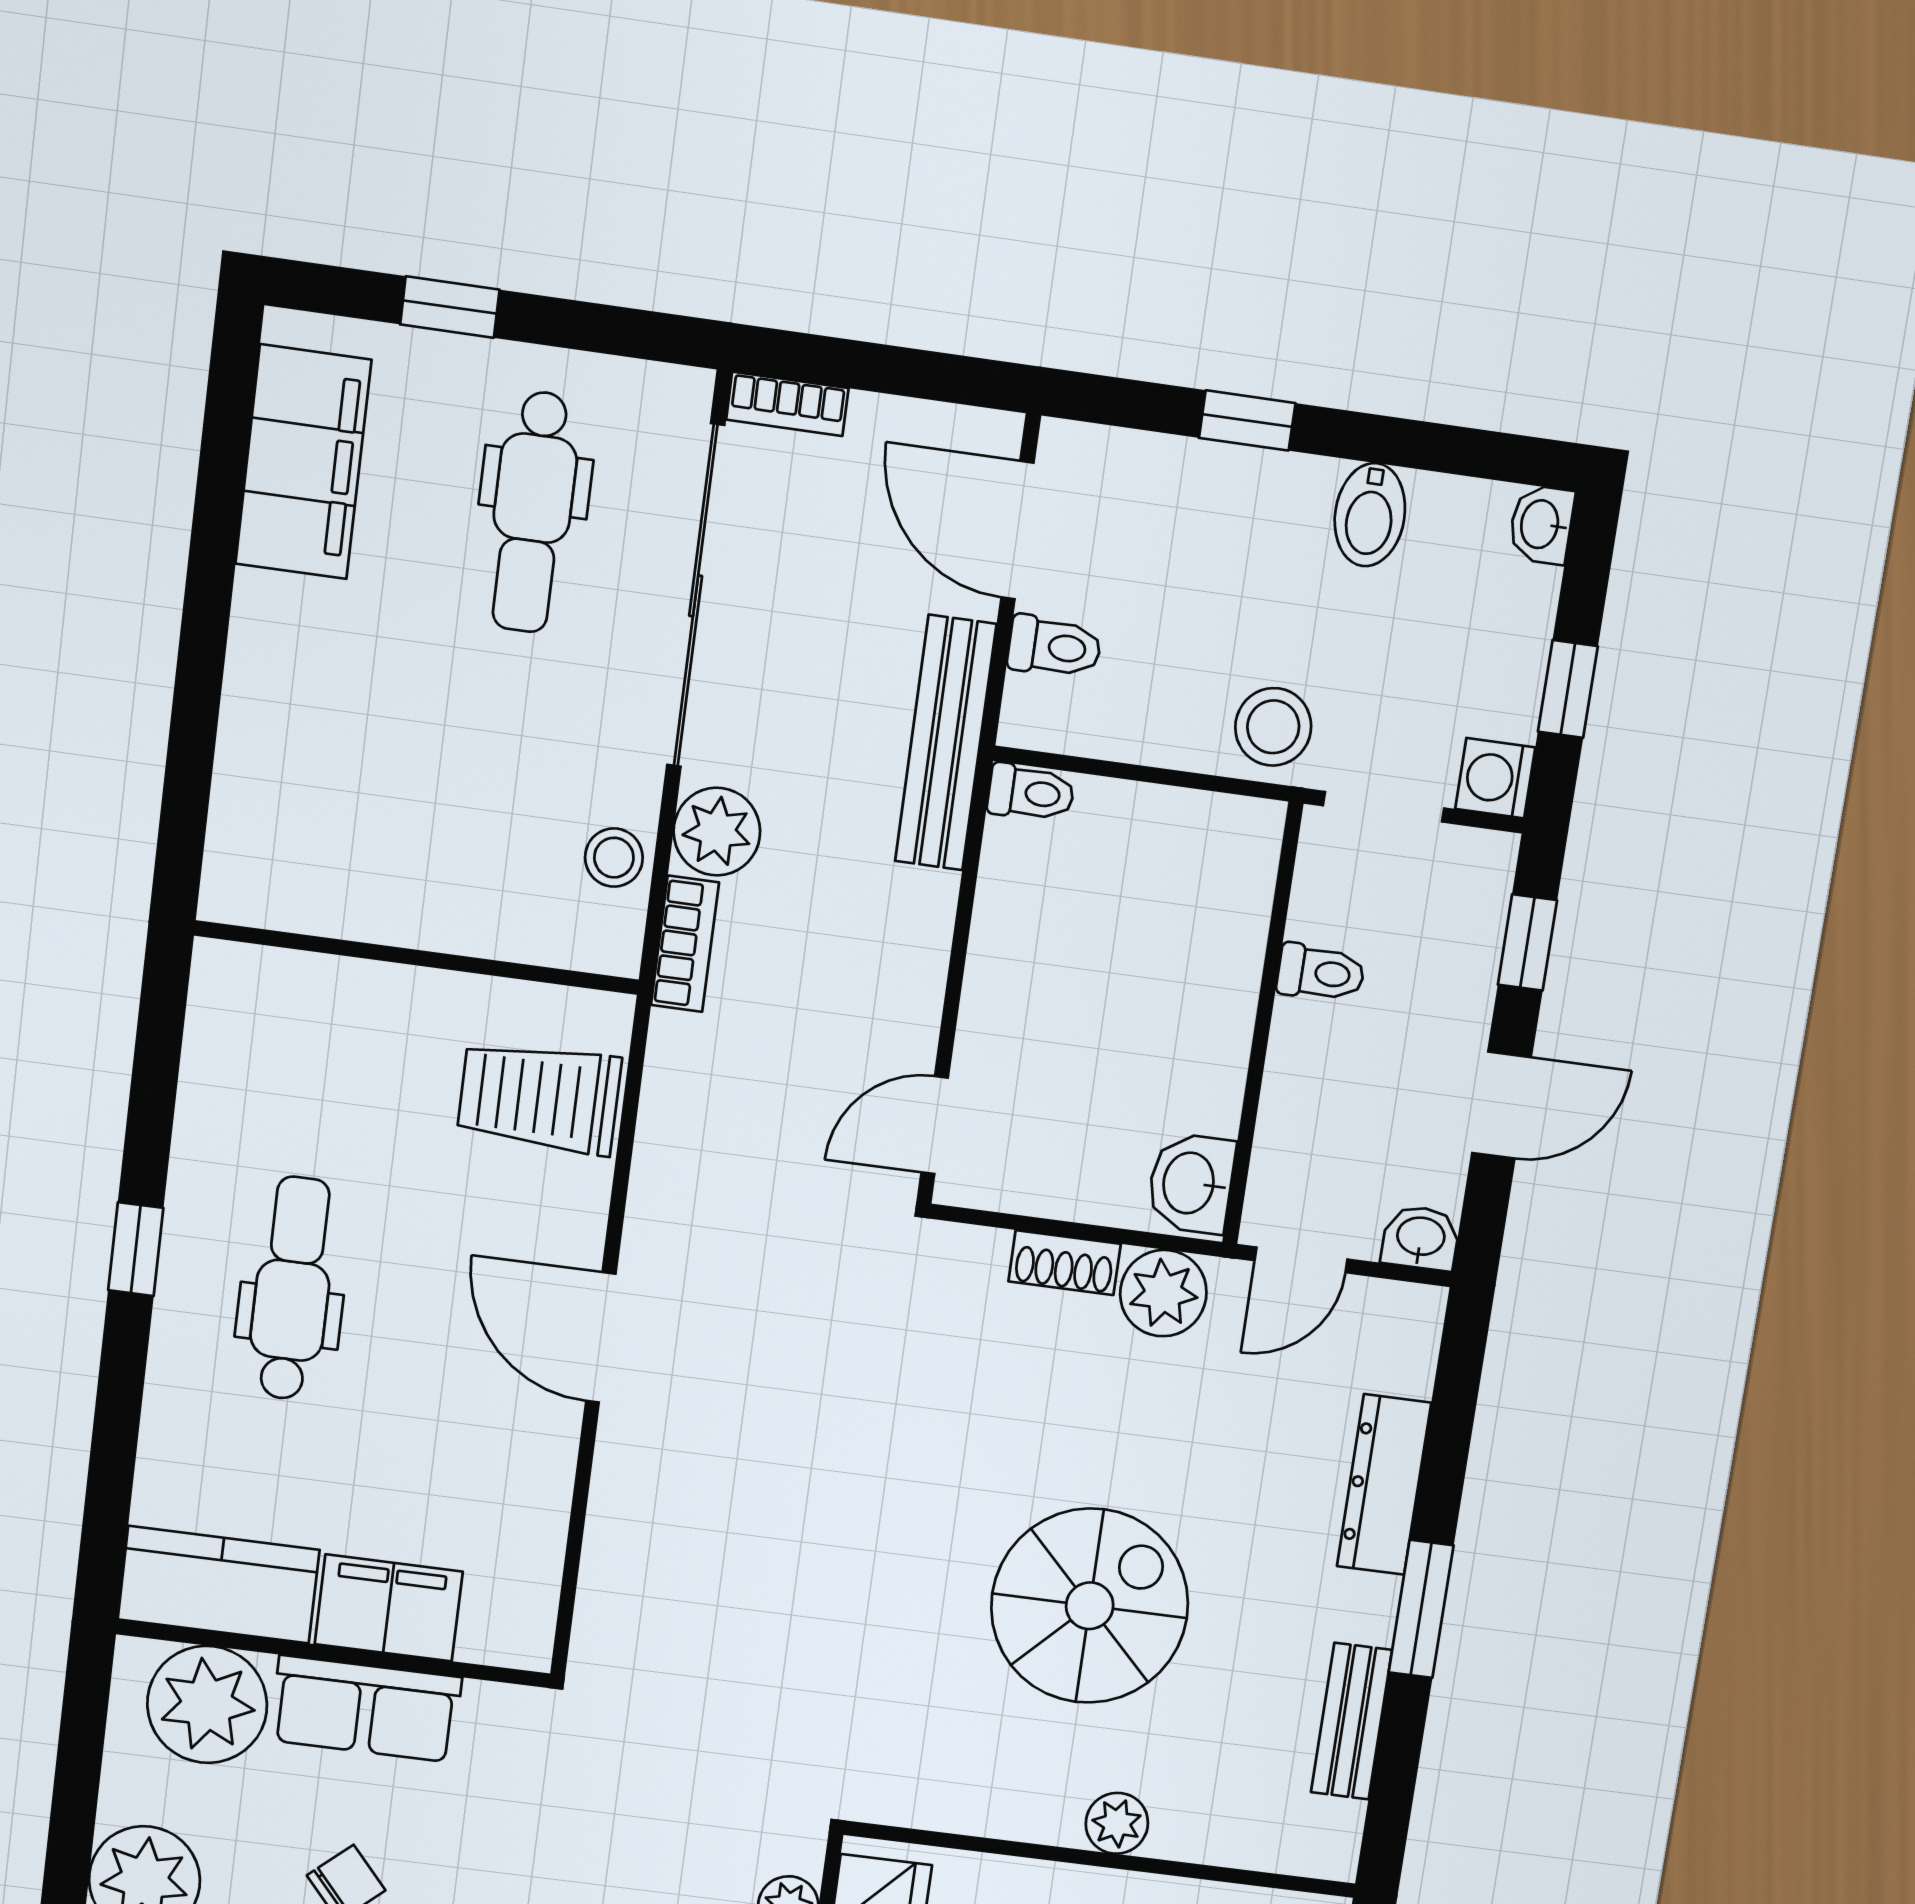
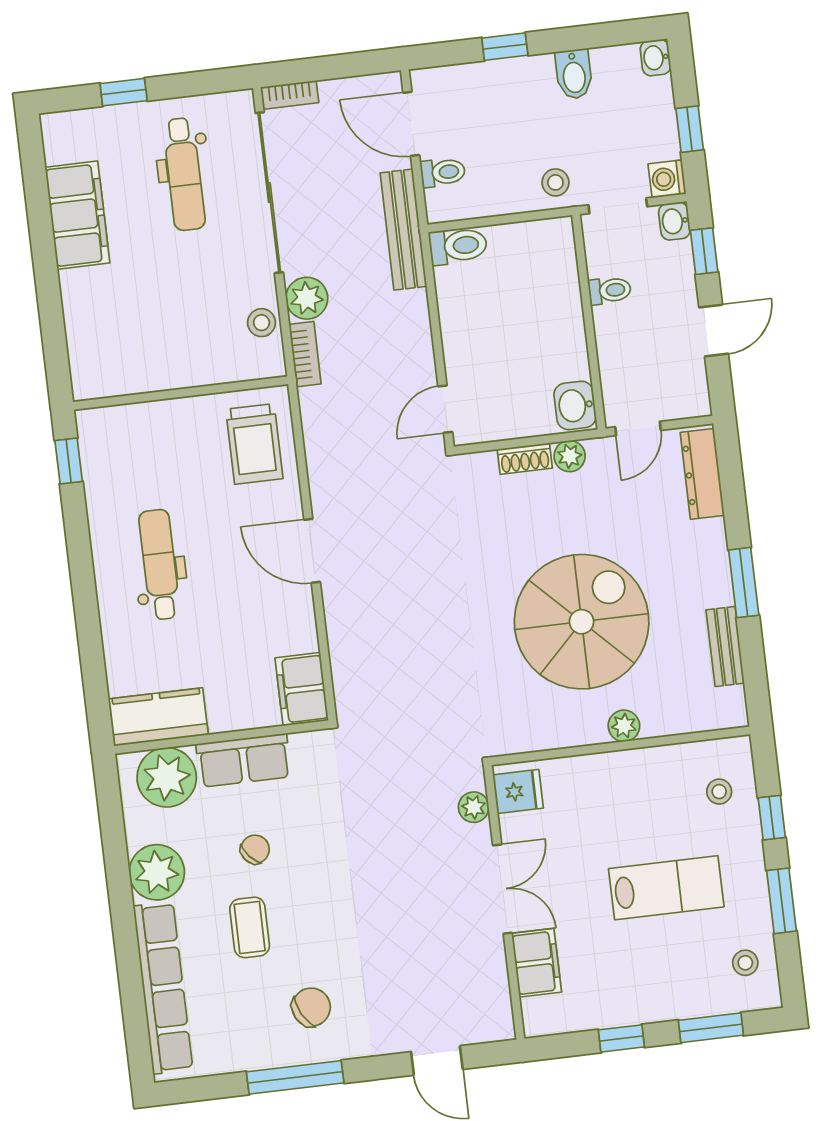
filing cabinet: (303, 462) -> (77, 215), moved
stool: (1273, 727) -> (555, 182), width x0.73, depth x0.73
toilet: (1031, 793) -> (458, 246), width x1.37, depth x1.39
trolley: (539, 1097) -> (254, 444), turned -90
washbasin: (1421, 1238) -> (674, 221), moved, turned -90
window: (136, 1249) -> (69, 461), moved
plant: (1163, 1293) -> (570, 456), width x0.73, depth x0.73
dresser: (1384, 1485) -> (702, 474), moved
spiral stairs: (1090, 1606) -> (582, 622), width x1.37, depth x1.37
filing cabinet: (389, 1608) -> (302, 689), moved, turned -90

